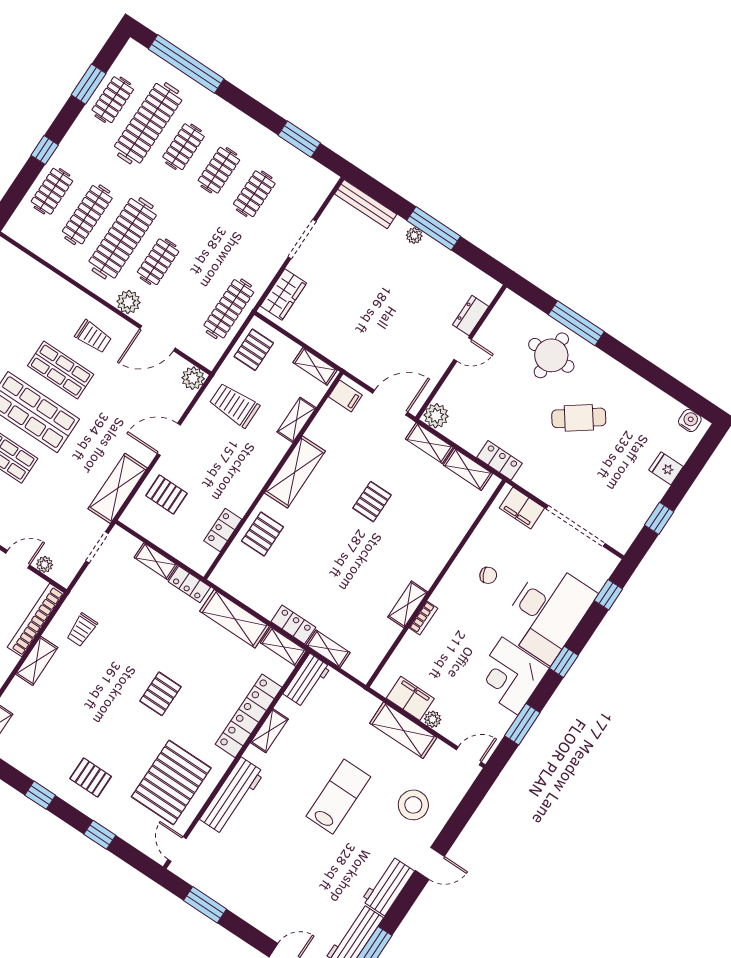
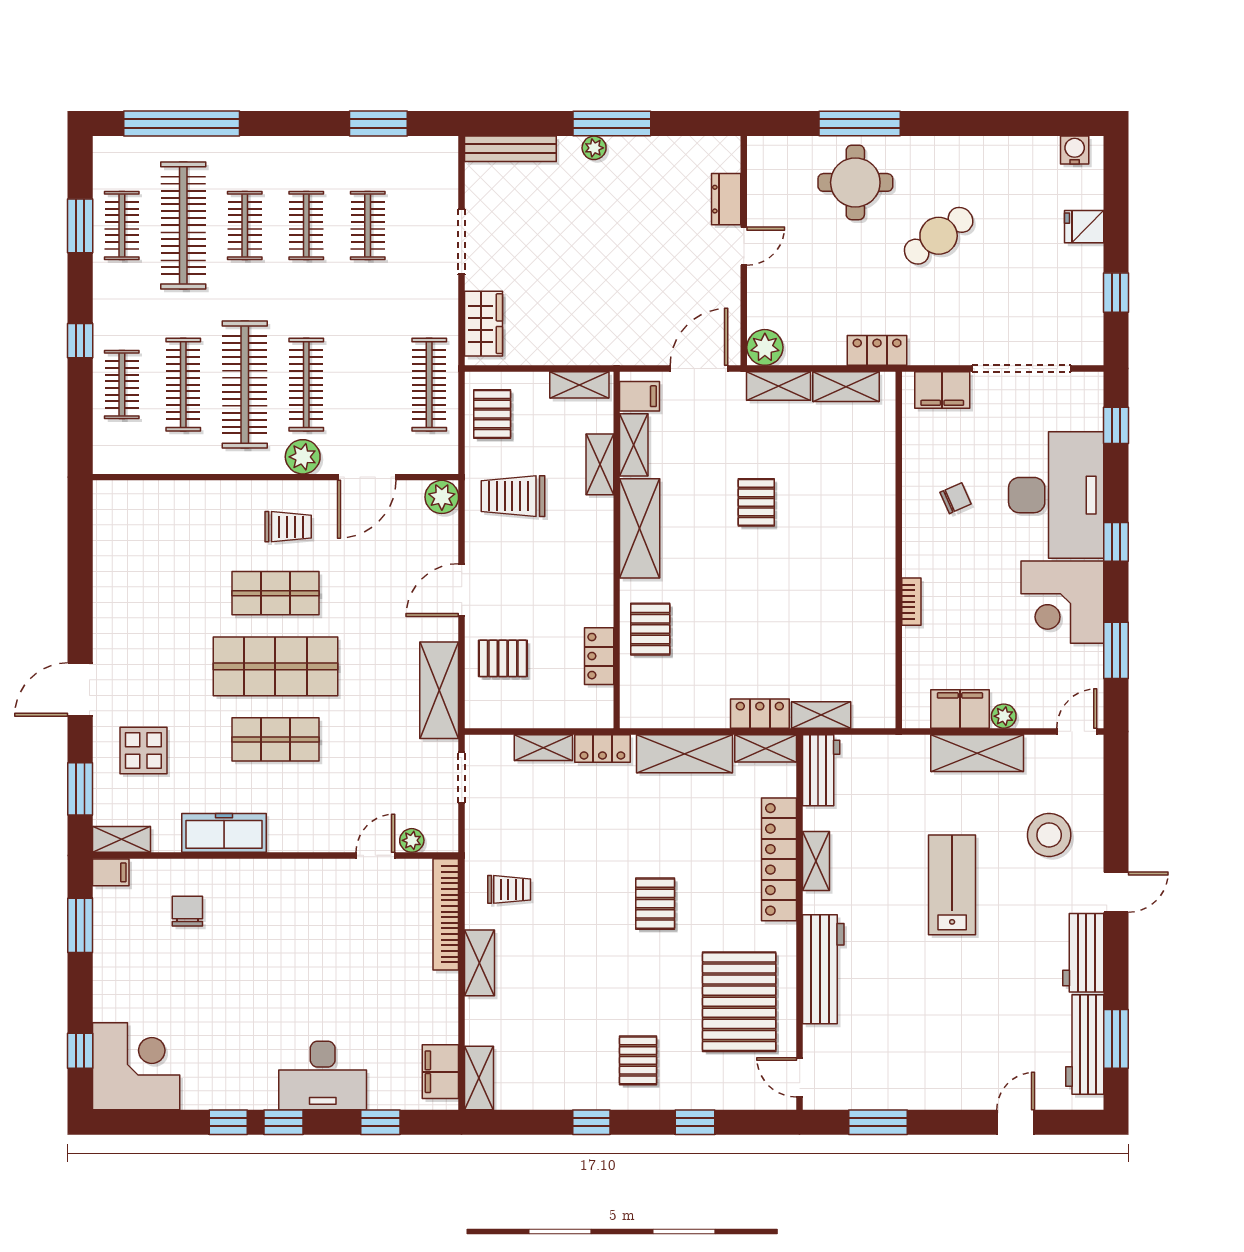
clothes rail: (158, 262) -> (306, 385), width x1.36
shelving: (408, 604) -> (634, 445), moved
trolley: (82, 630) -> (509, 889), turned -90
pallet: (91, 777) -> (638, 1060), turned 90

